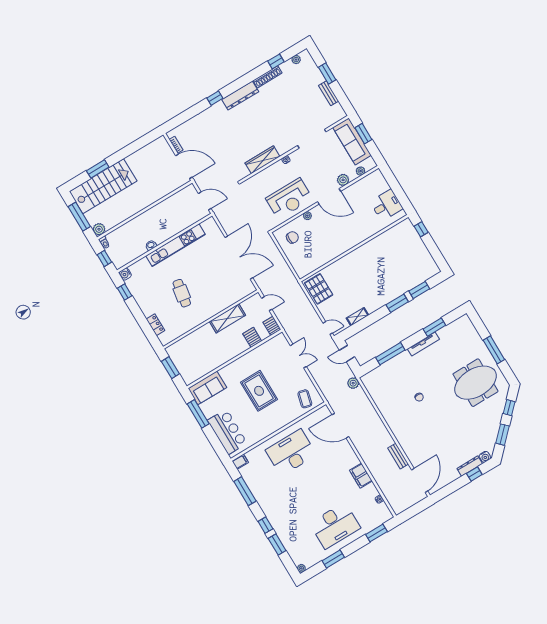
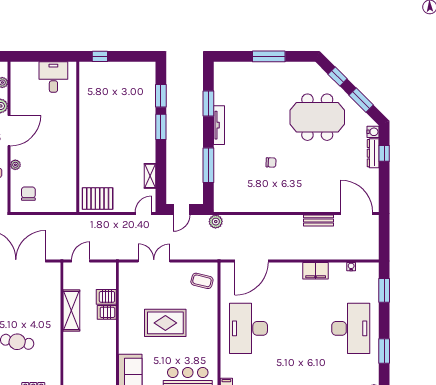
server rack: (272, 326) -> (107, 312), moved
meeting table: (475, 383) -> (317, 117), moved, turned 90

